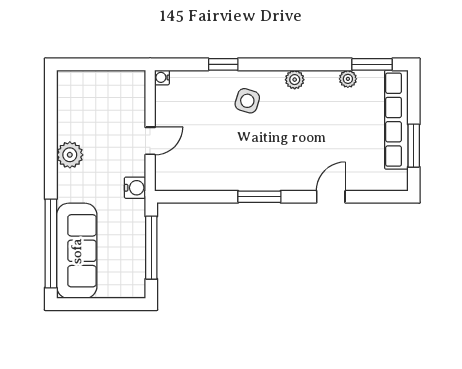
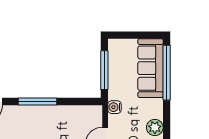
window: (259, 197) -> (38, 102), width x1.44

